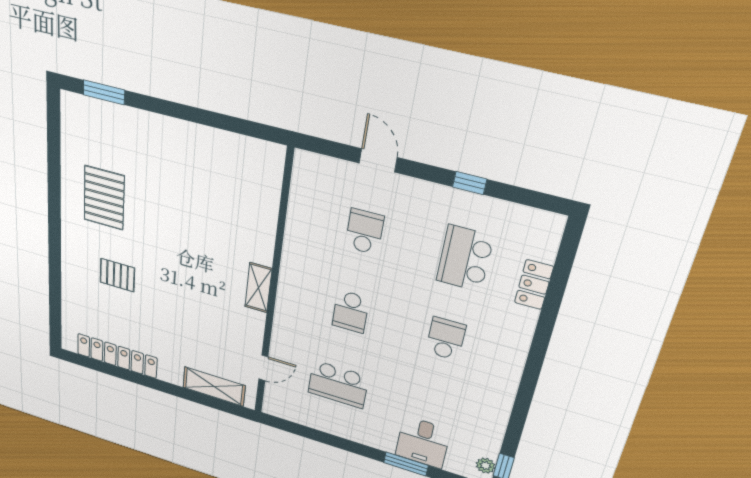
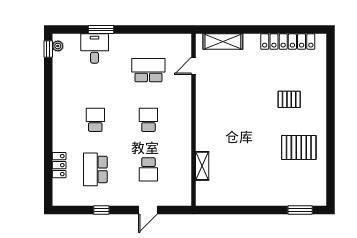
door: (378, 160) -> (148, 210), hinge flipped
pallet: (104, 198) -> (299, 147), turned 90
school desk: (465, 258) -> (95, 169), turned 180
shelving: (258, 288) -> (202, 166), moved
school desk: (446, 339) -> (95, 120), turned 180

